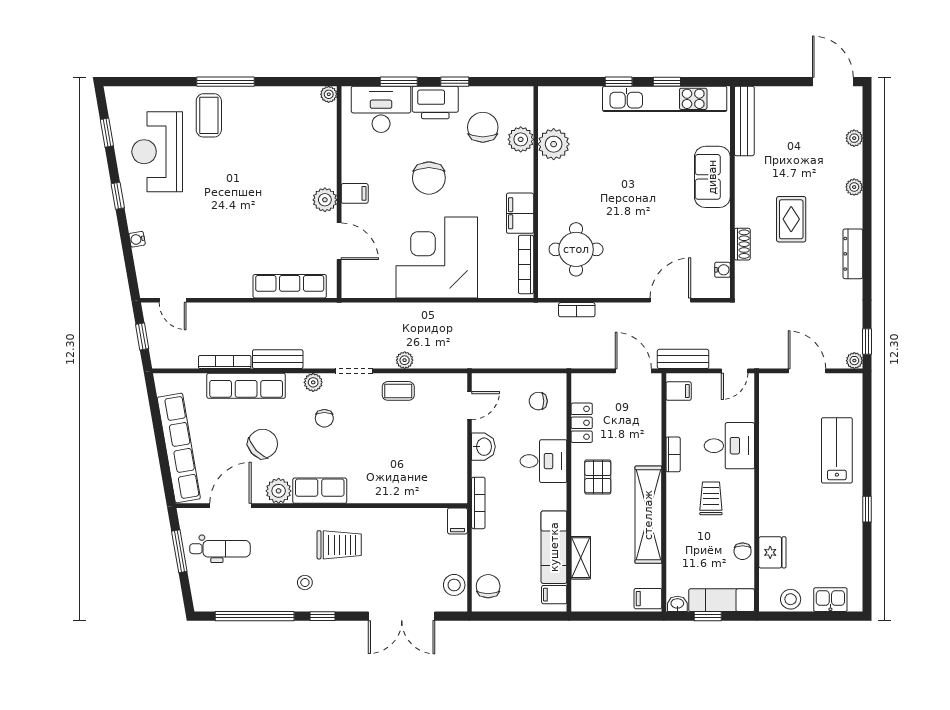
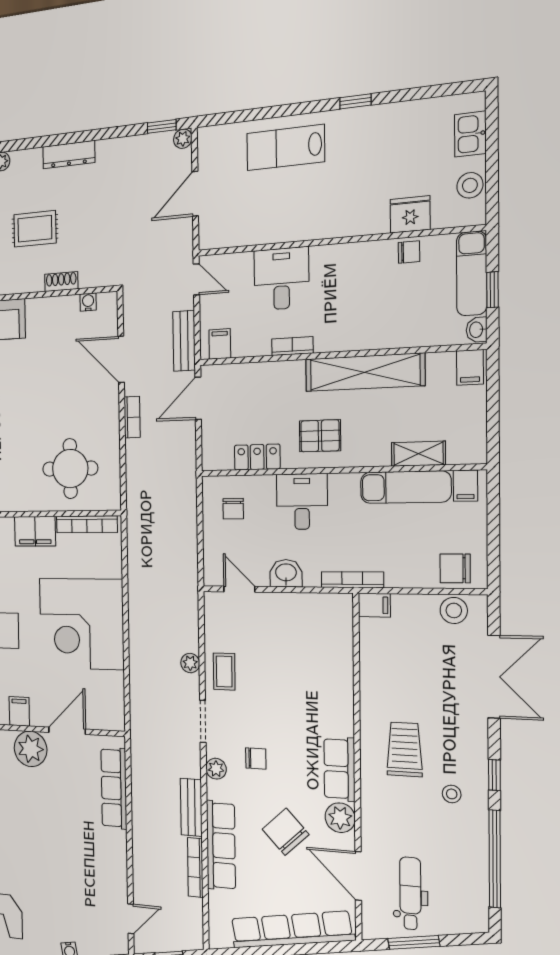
plant: (325, 200) -> (31, 749), width x1.36, depth x1.36
bookcase: (577, 310) -> (132, 417), moved
trolley: (711, 498) -> (344, 296), removed

